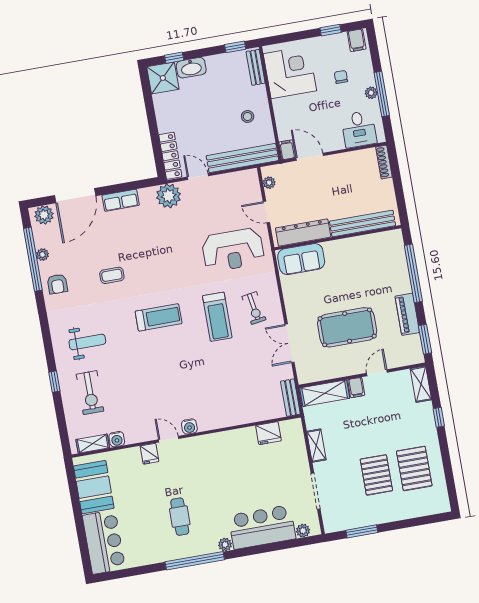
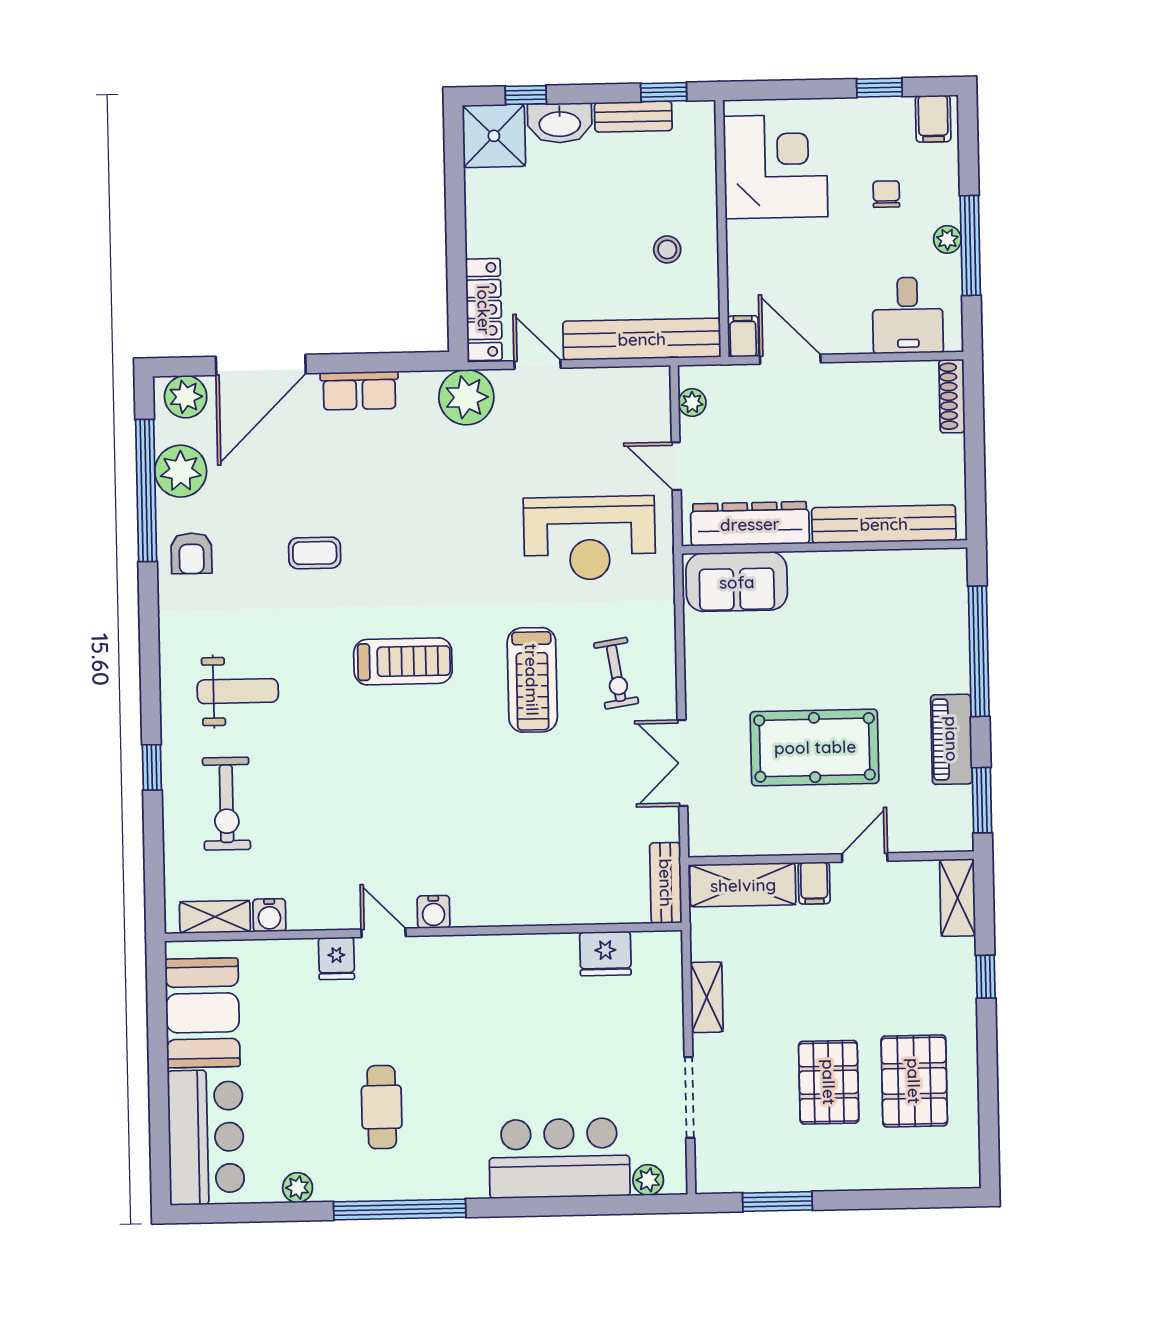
bench: (256, 67) -> (633, 117), moved, turned 90
plant: (42, 255) -> (181, 471), width x1.88, depth x1.88
plant: (225, 545) -> (298, 1188), moved

